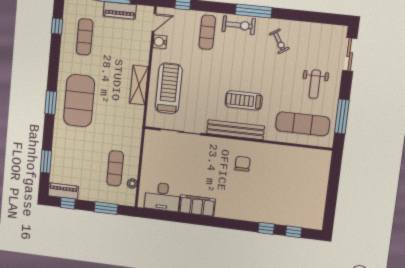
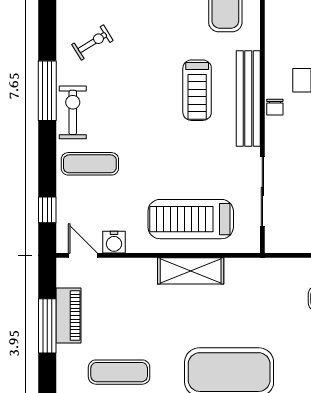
chair: (229, 145) -> (275, 107), added

